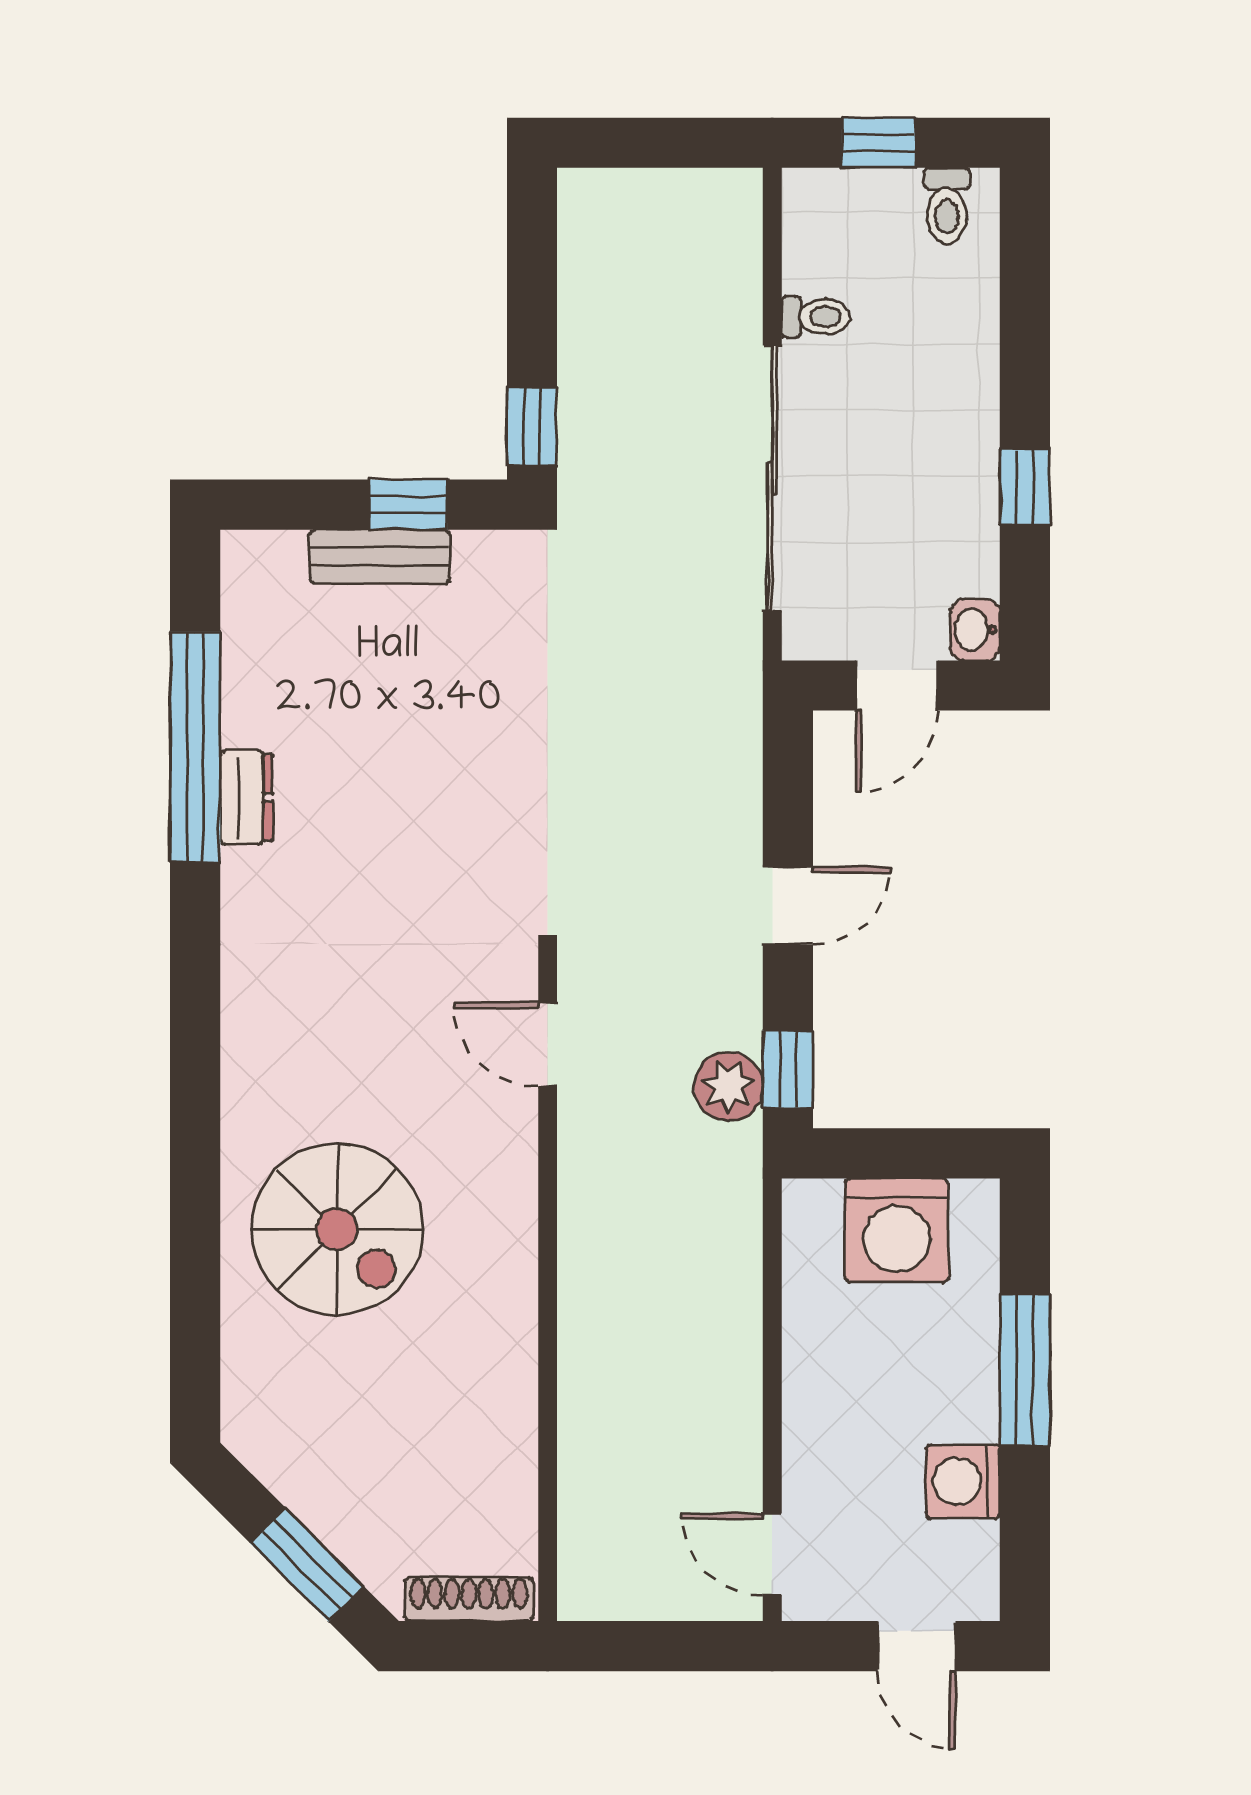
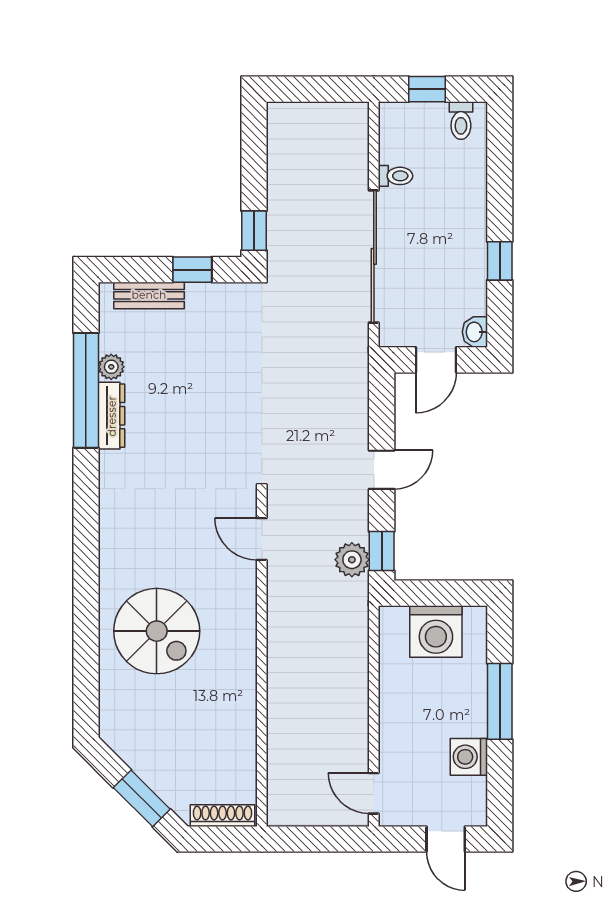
bench: (380, 556) -> (149, 295), moved
plant: (246, 699) -> (111, 367), added
dresser: (246, 797) -> (112, 416), width x1.44

